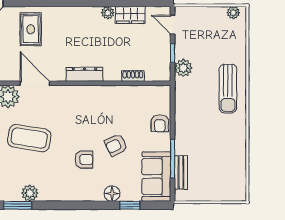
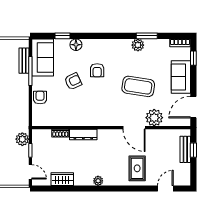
plant: (108, 13) -> (98, 181), moved
dresser: (84, 74) -> (83, 134), moved
armchair: (84, 160) -> (97, 70), turned -90

